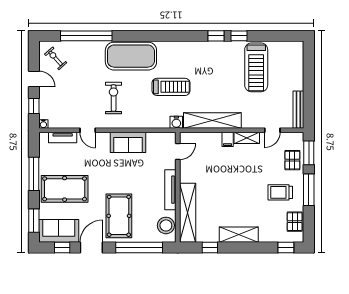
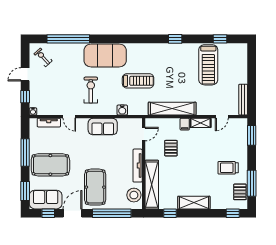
window: (239, 36) -> (220, 39), moved
door: (34, 79) -> (25, 74), swing flipped
water cooler: (176, 122) -> (122, 110), moved
pallet: (292, 160) -> (171, 148), moved
window: (309, 190) -> (252, 183), moved

